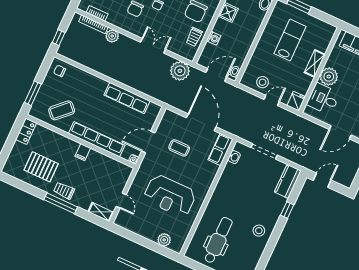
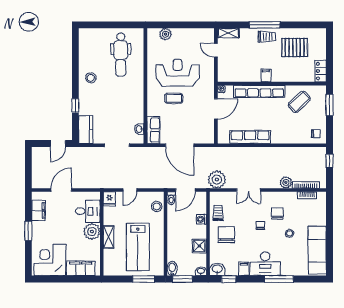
lab bench: (290, 40) -> (138, 247), width x1.36, depth x1.39
stool: (263, 82) -> (157, 206), moved
coffee table: (179, 148) -> (174, 98), moved

